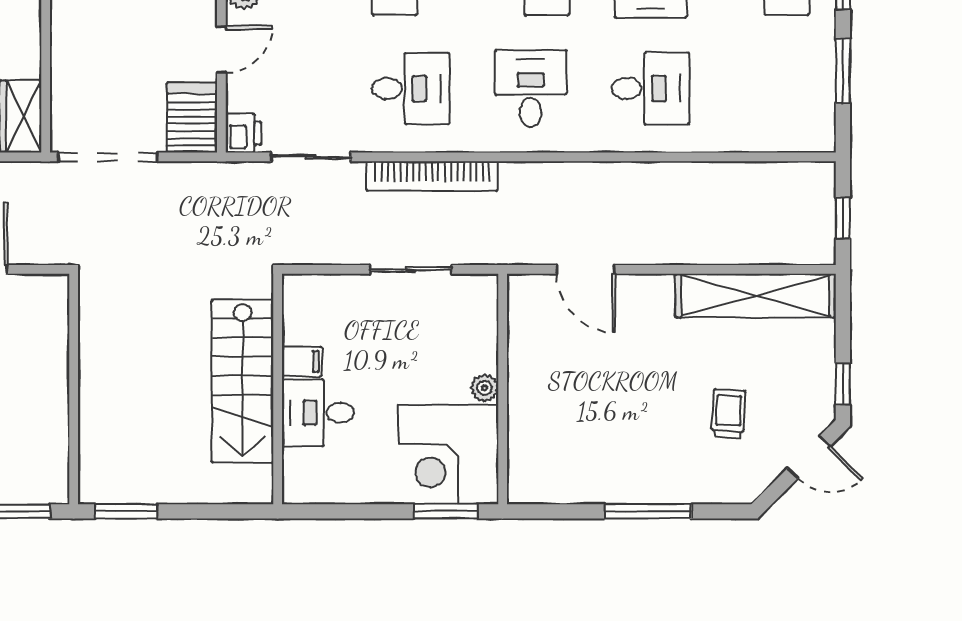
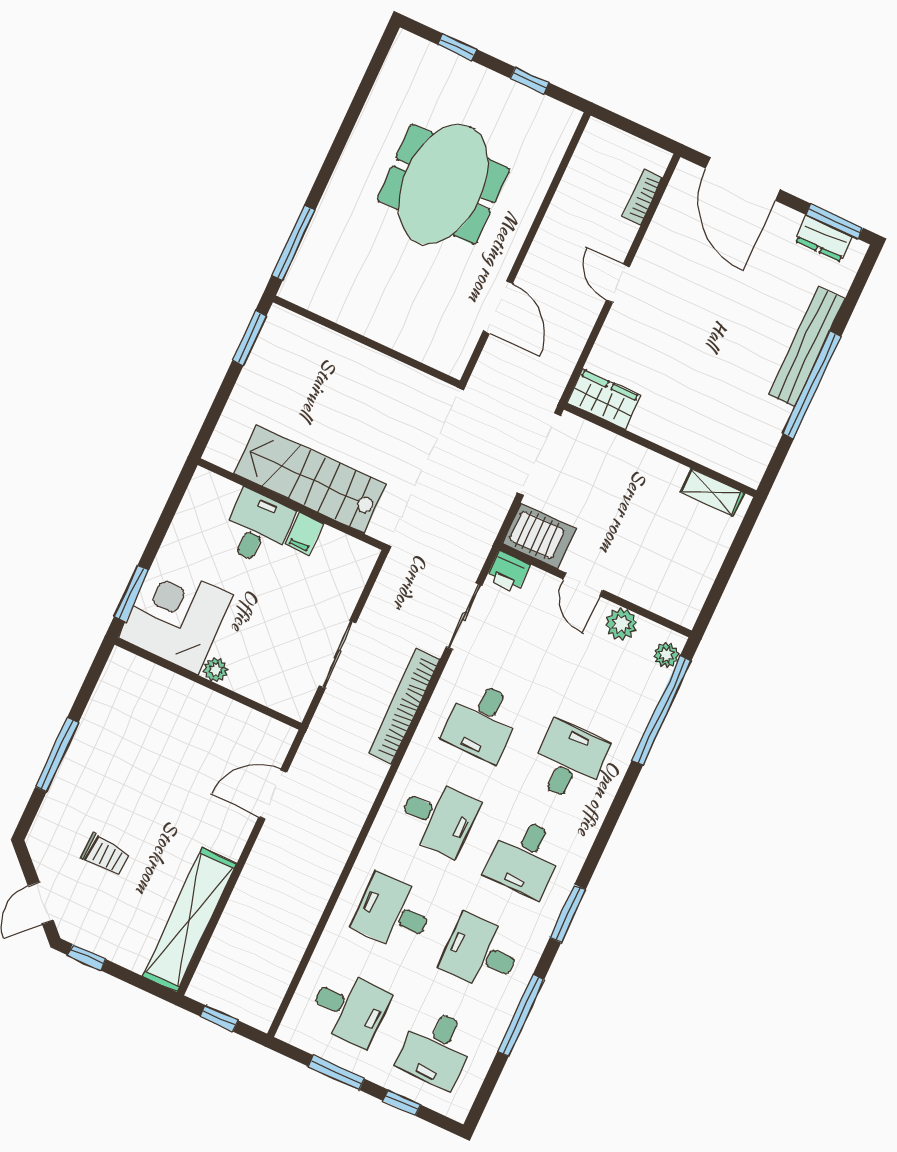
desk: (651, 89) -> (393, 913), turned 90
desk: (770, 89) -> (349, 1008), added

